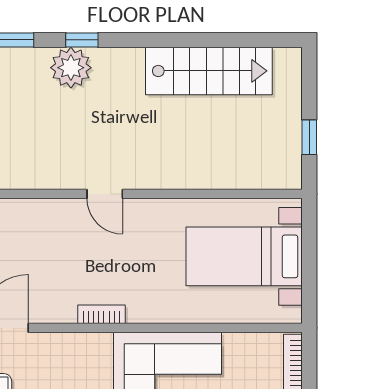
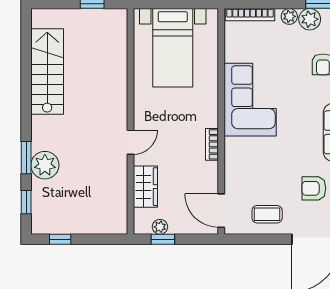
window: (82, 40) -> (26, 158), width x1.50
wardrobe: (39, 216) -> (145, 187), added

